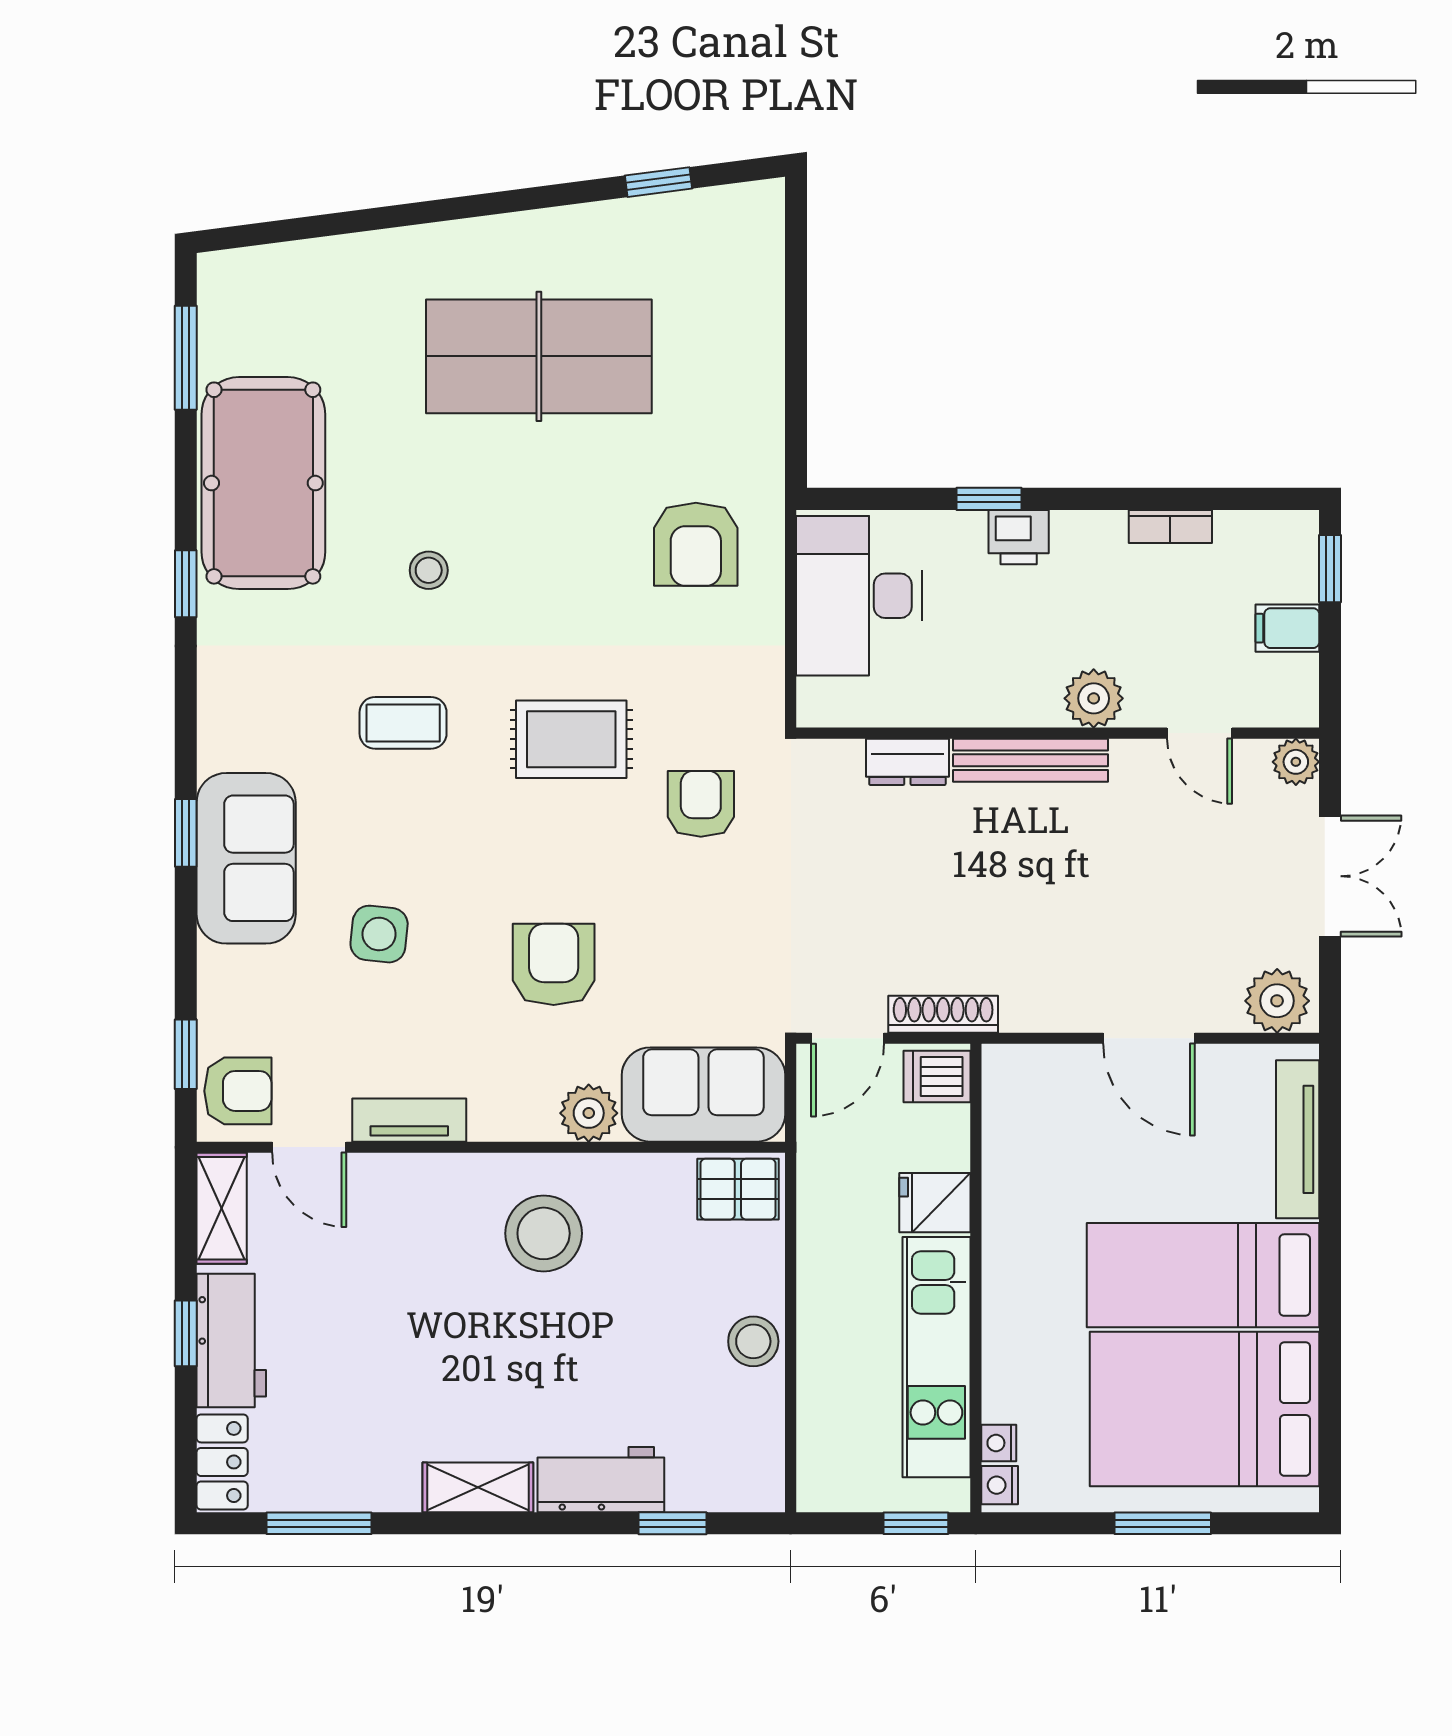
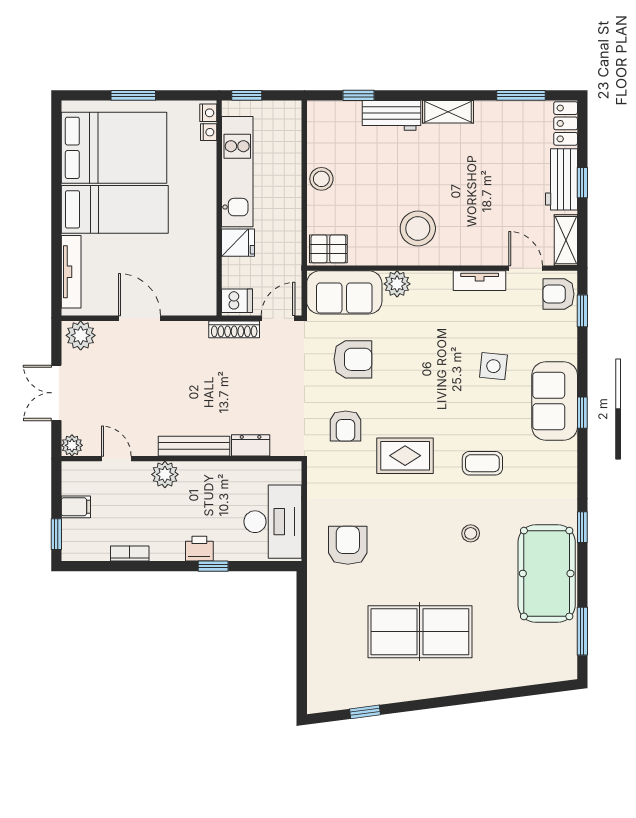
armchair: (554, 964) -> (353, 359), moved, turned -90

